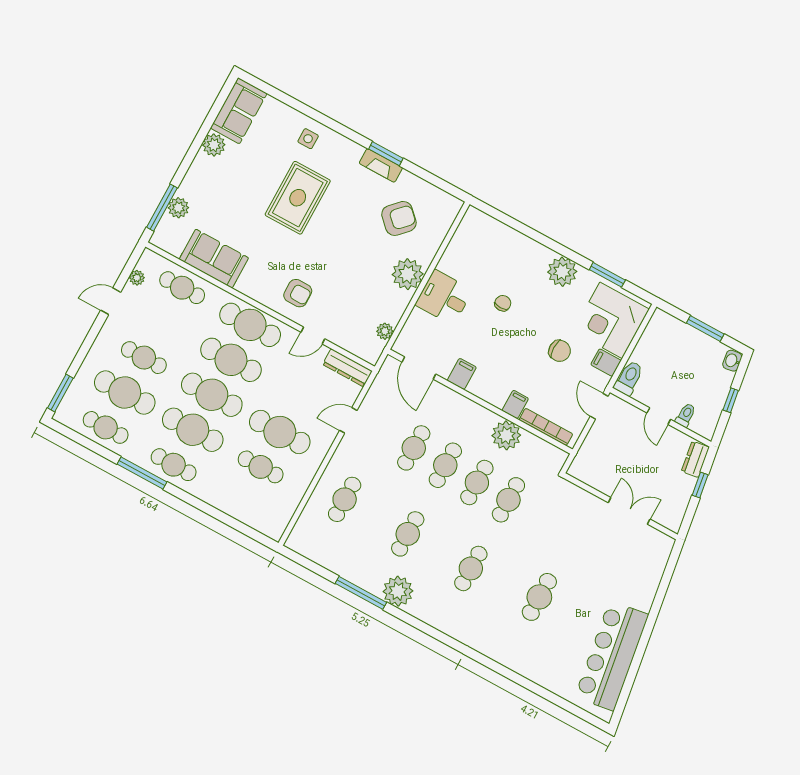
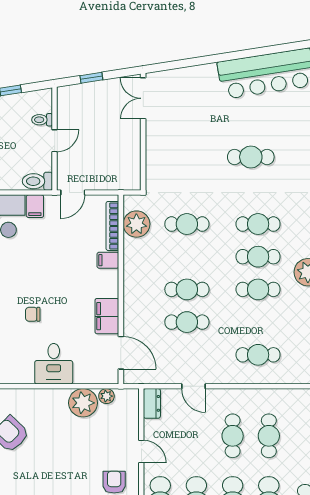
plant: (408, 274) -> (83, 403), moved
chair: (560, 351) -> (46, 248), removed
dresser: (347, 368) -> (152, 403), width x0.70
door: (419, 368) -> (121, 353), hinge flipped
filing cabinet: (462, 374) -> (107, 316), width x2.00
cafe table: (280, 432) -> (233, 436), width x0.73, depth x0.74
plant: (506, 435) -> (136, 224), moved
dresser: (695, 459) -> (73, 93), removed
cafe table: (477, 483) -> (258, 257), moved
double door: (629, 511) -> (143, 98), moved

